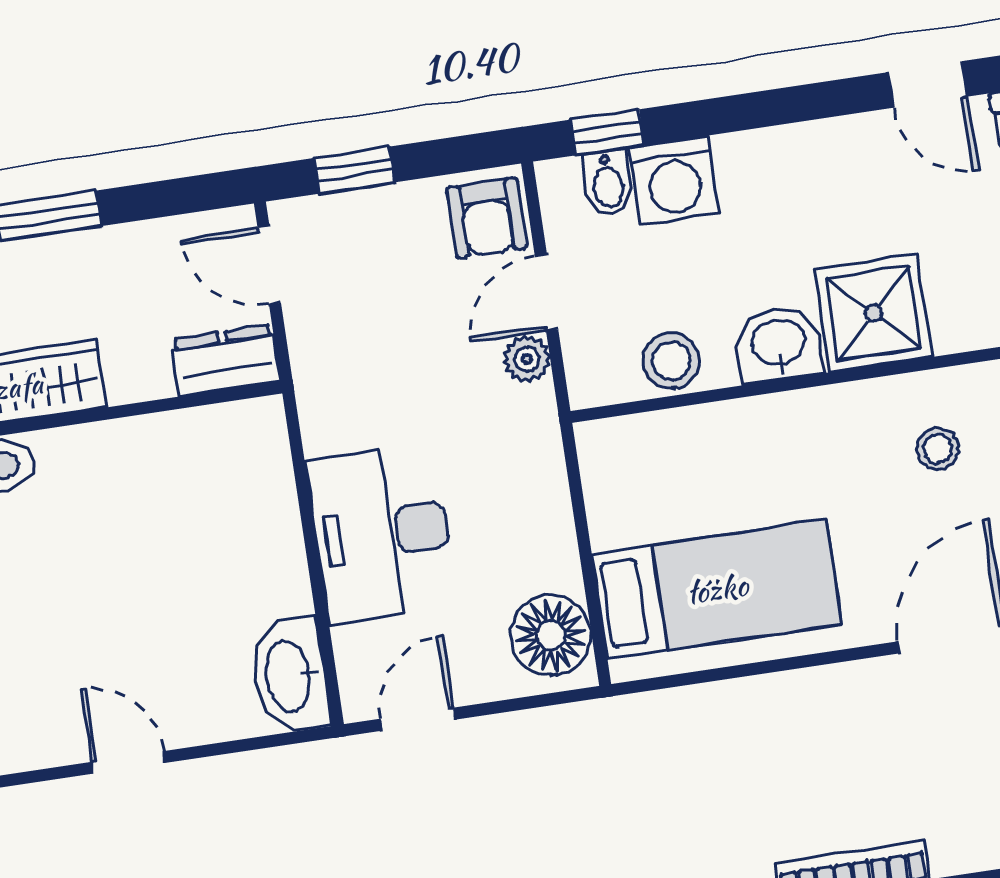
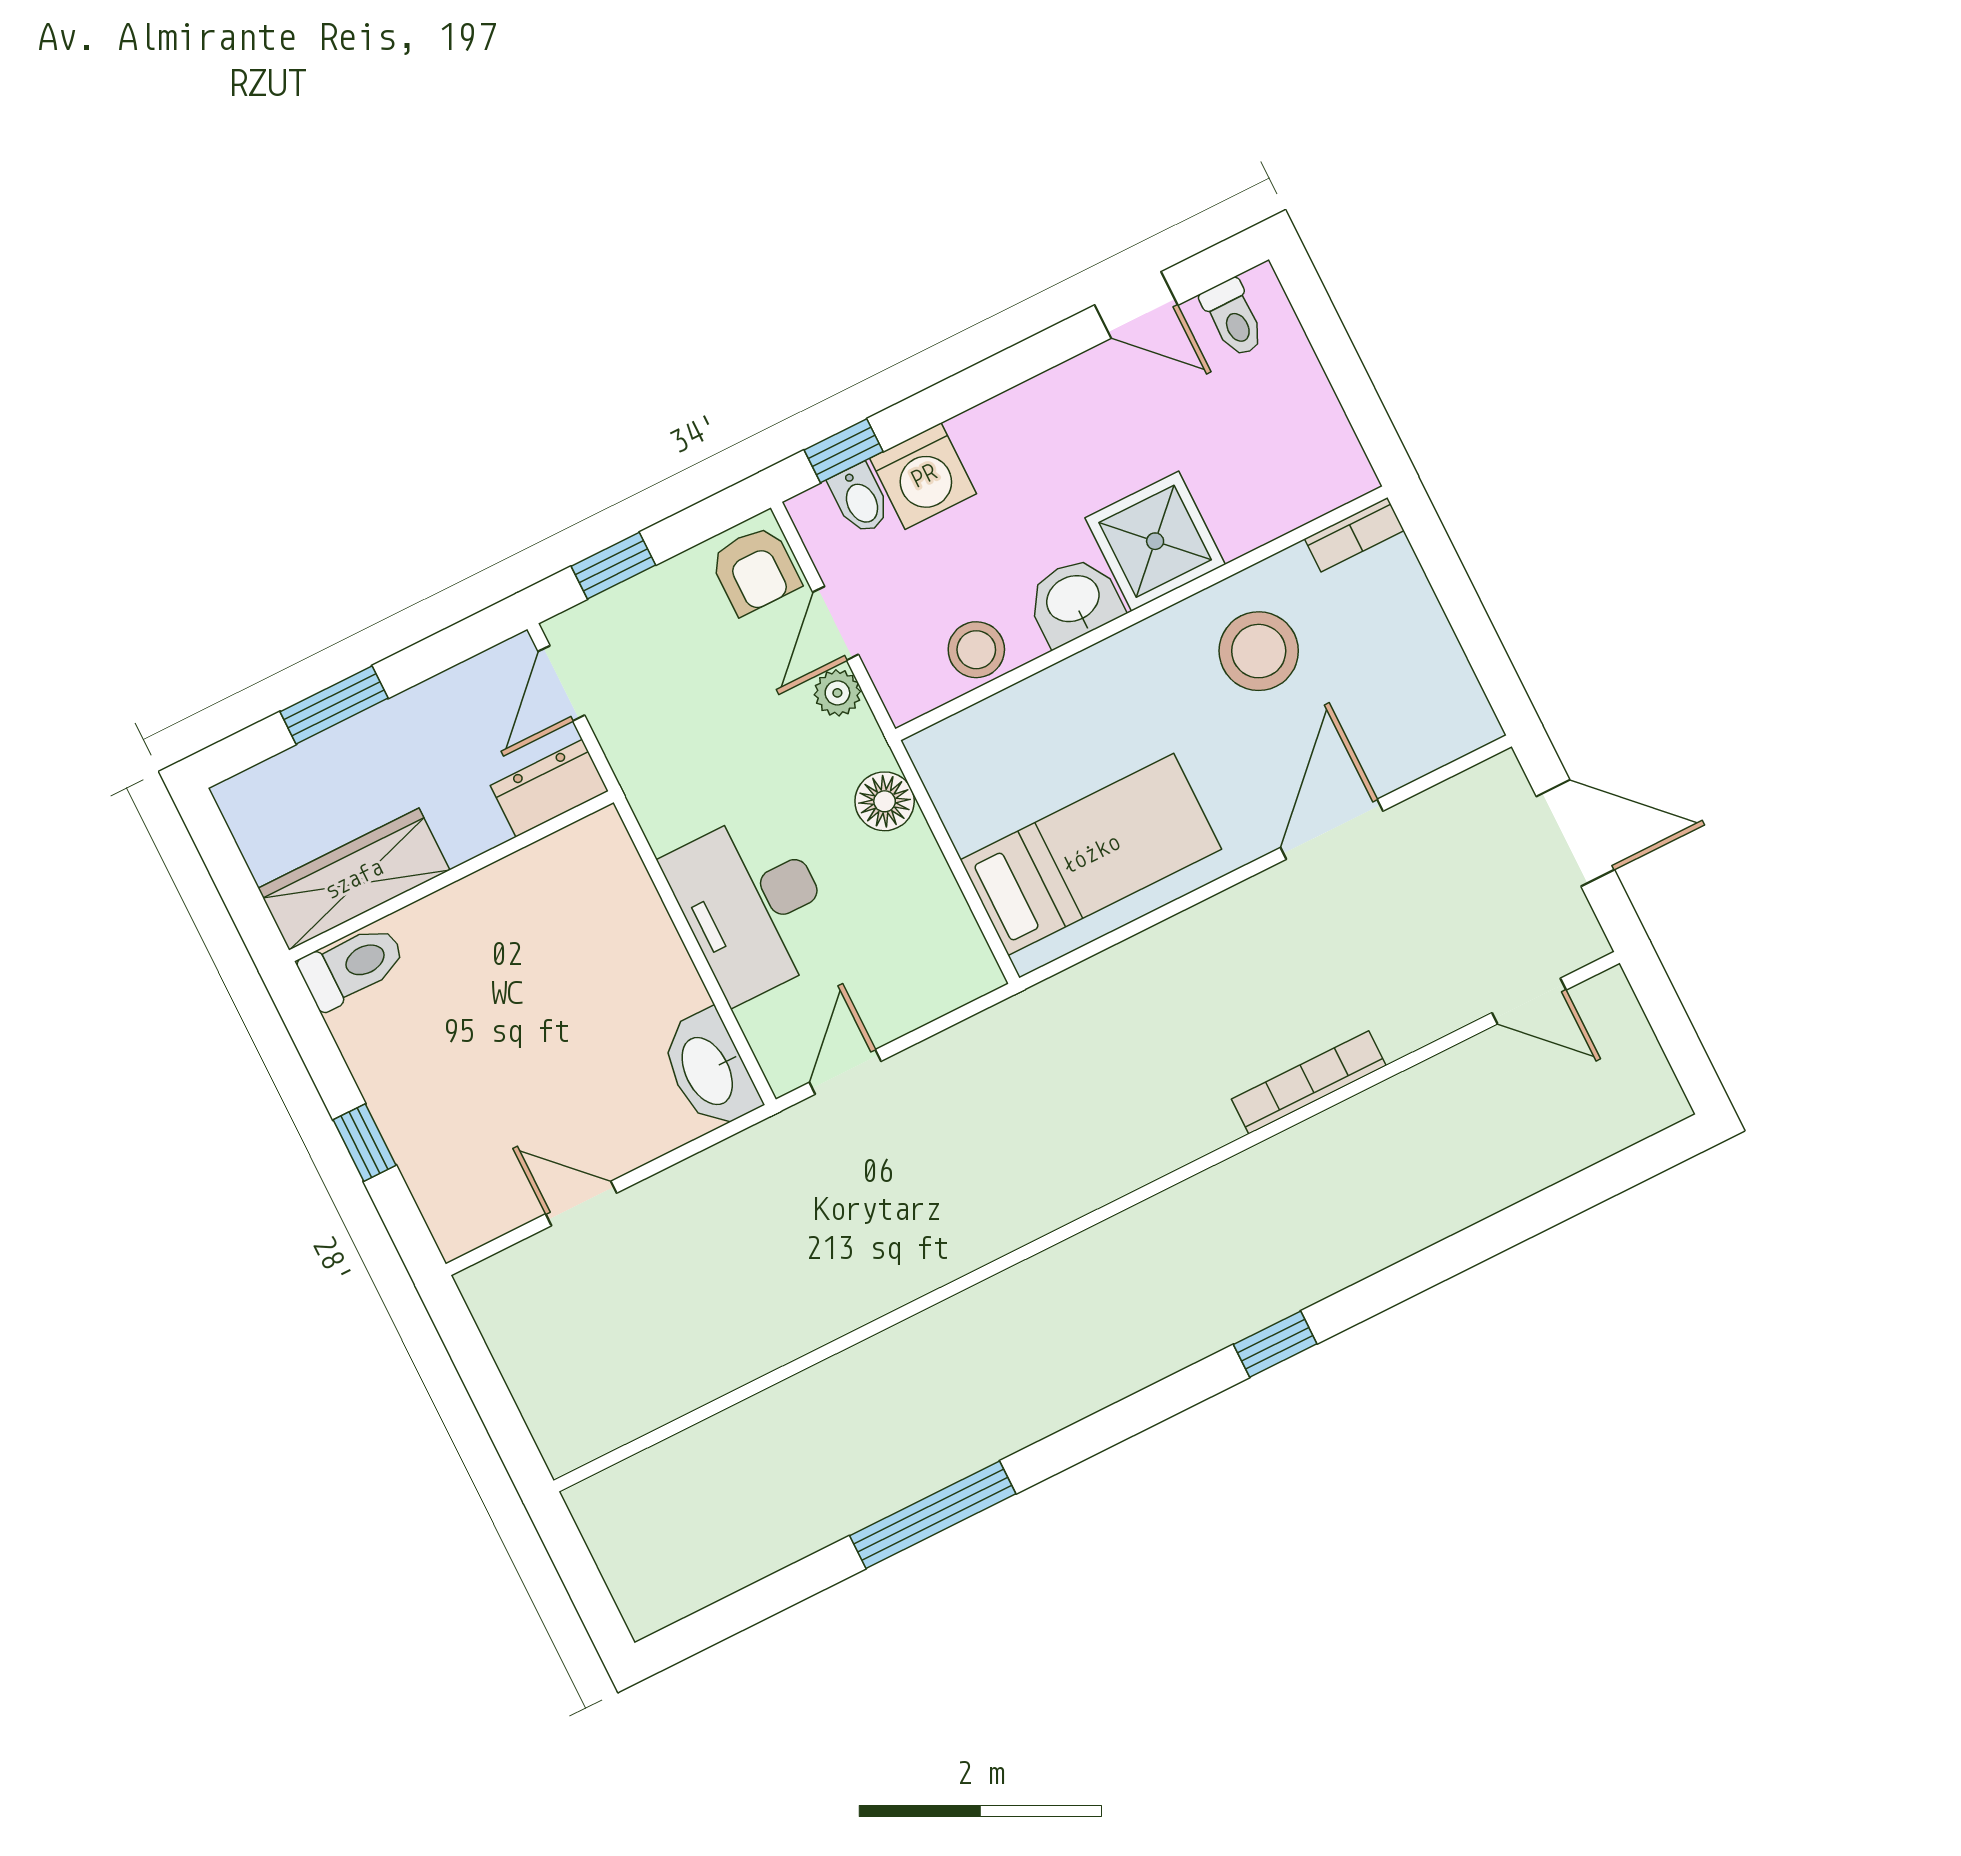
door: (269, 265) -> (561, 683), hinge flipped
stool: (937, 449) -> (1259, 651), width x1.89, depth x1.89
floor lamp: (551, 635) -> (885, 801), moved, width x0.73, depth x0.73

